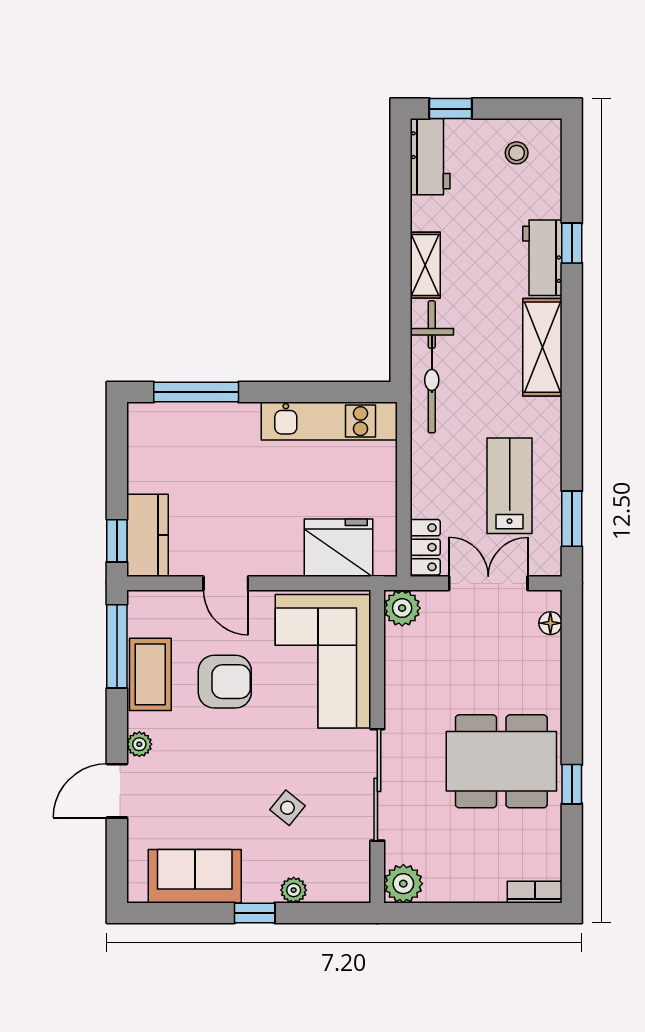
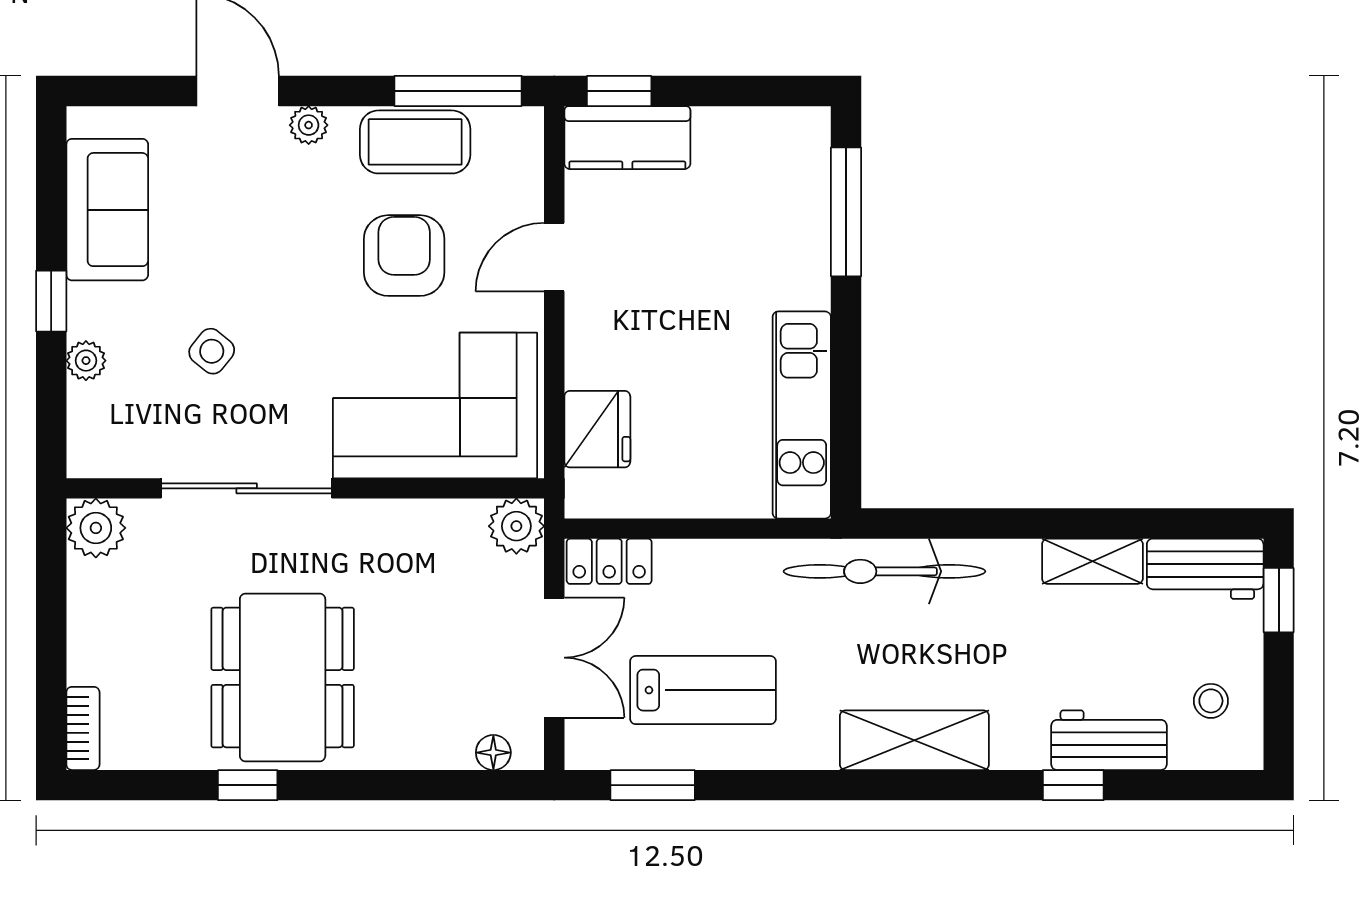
workbench: (542, 258) -> (1109, 740), moved
shelving: (425, 265) -> (1092, 561), moved
fridge: (339, 548) -> (597, 429), width x0.73, depth x0.75
armchair: (225, 682) -> (404, 256), turned 180

